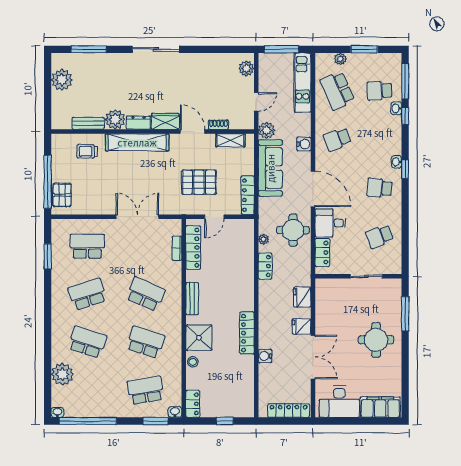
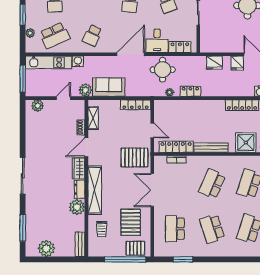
door: (256, 102) -> (63, 98), hinge flipped
bench: (88, 123) -> (80, 244), moved
school desk: (337, 139) -> (92, 35), turned 45
water cooler: (304, 144) -> (78, 61), moved
sofa: (270, 168) -> (109, 87), width x0.73
pallet: (199, 182) -> (134, 157), moved, turned 90
pallet: (96, 189) -> (131, 222), added
bench: (192, 299) -> (211, 148), width x1.36

